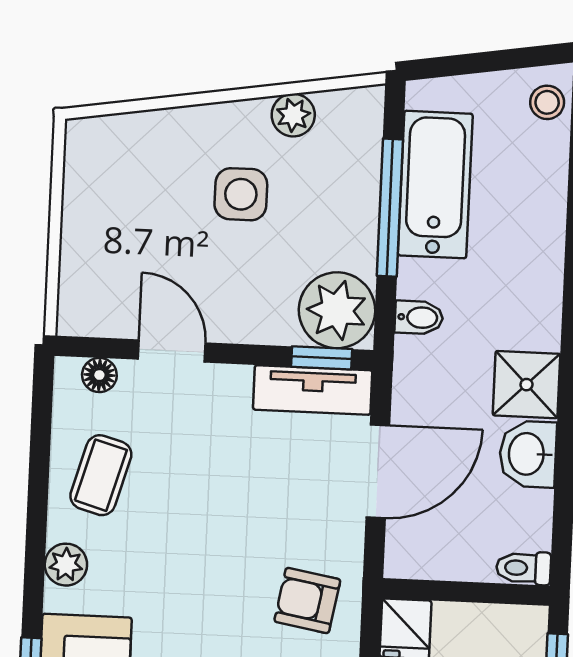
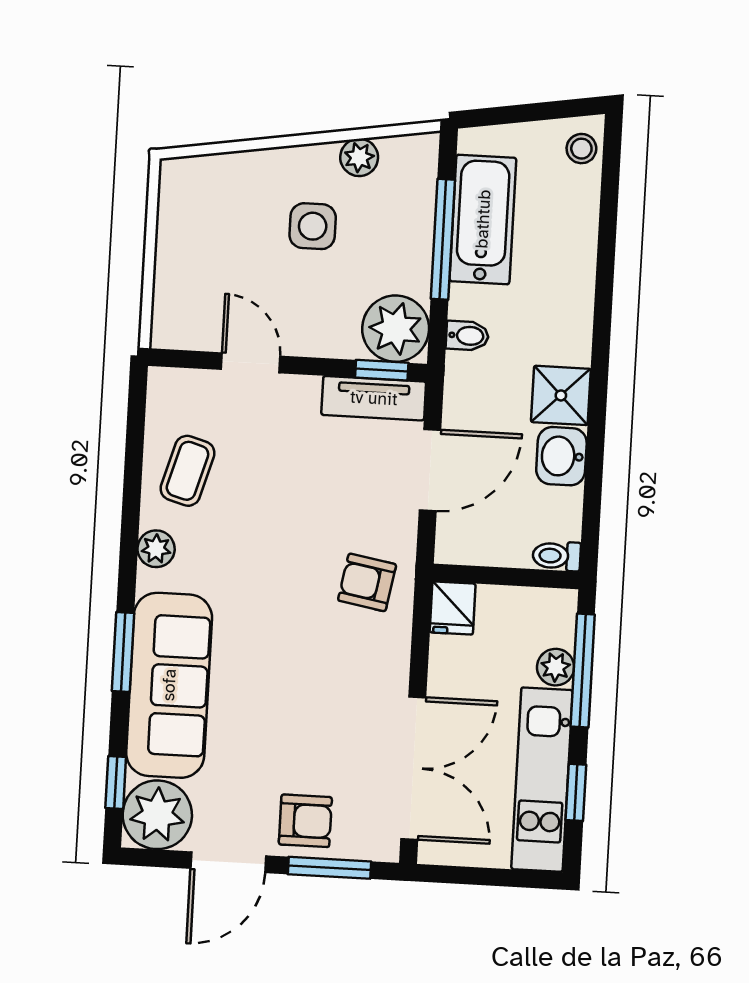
floor lamp: (99, 375) -> (187, 383), removed

